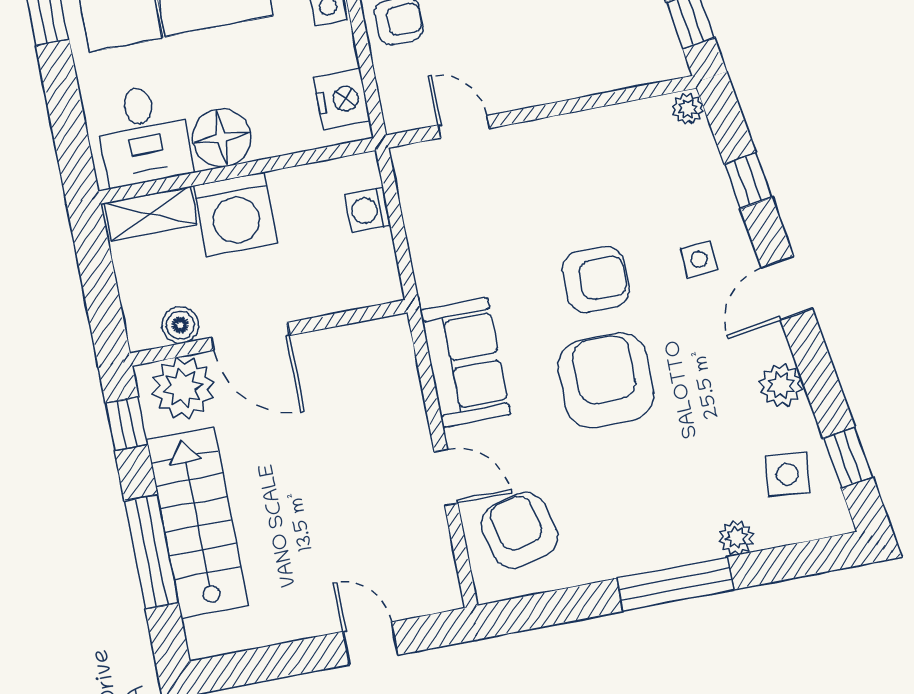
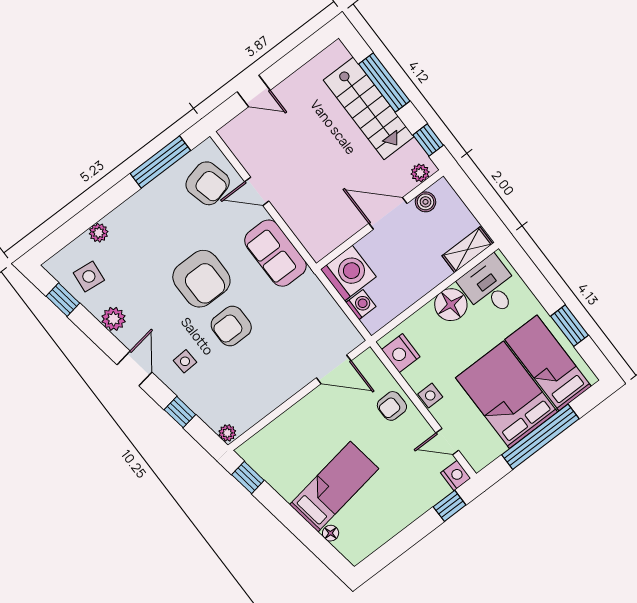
door: (464, 127) -> (334, 369), width x1.38
washing machine: (235, 214) -> (348, 273), moved, turned 90
plant: (183, 388) -> (420, 173), width x0.53, depth x0.53
window: (675, 584) -> (160, 162), moved

